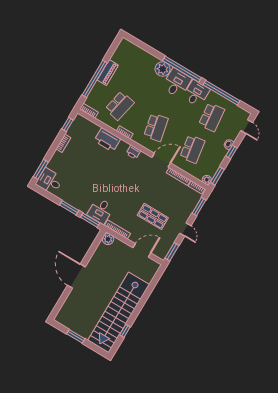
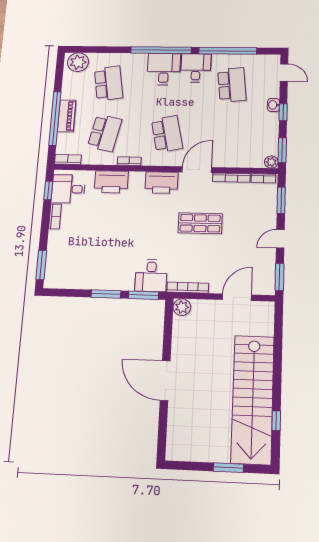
plant: (163, 69) -> (78, 62), moved
piano: (108, 72) -> (67, 116), moved
school desk: (192, 149) -> (109, 83), moved
printer: (133, 152) -> (162, 183), width x1.87, depth x1.48
desk: (49, 181) -> (68, 189), moved
shop shelf: (153, 216) -> (200, 223), moved
door: (185, 229) -> (280, 239), swing flipped
window: (76, 336) -> (228, 468), moved

